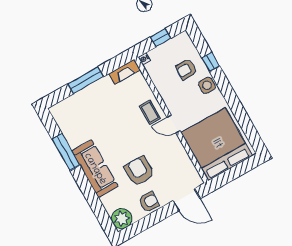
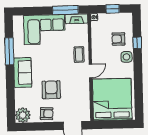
window: (86, 80) -> (65, 10), moved
corner sofa: (93, 104) -> (44, 29), added
door: (174, 124) -> (91, 71), swing flipped
sofa: (95, 169) -> (23, 73), width x0.73

